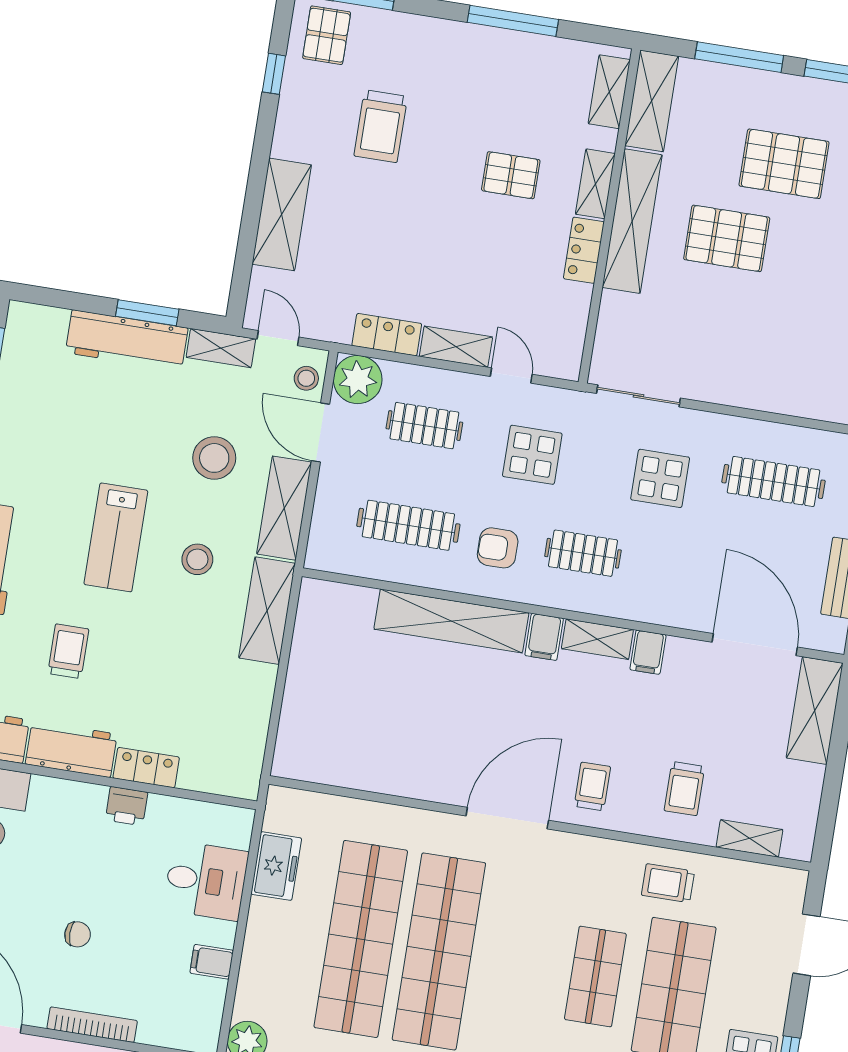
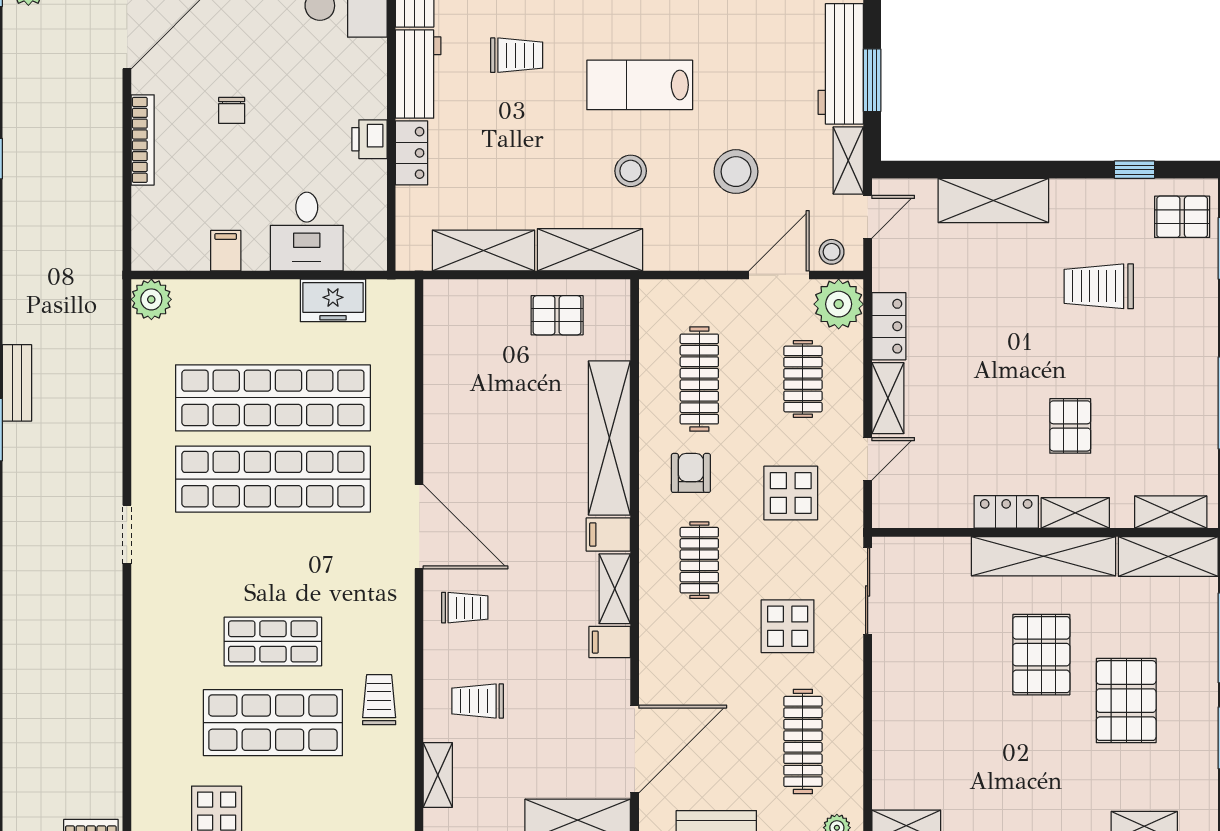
shelving: (284, 508) -> (483, 250), moved
pallet: (325, 653) -> (557, 315), added

